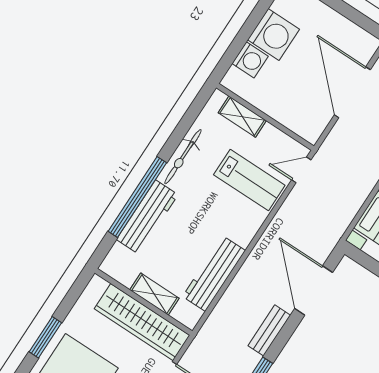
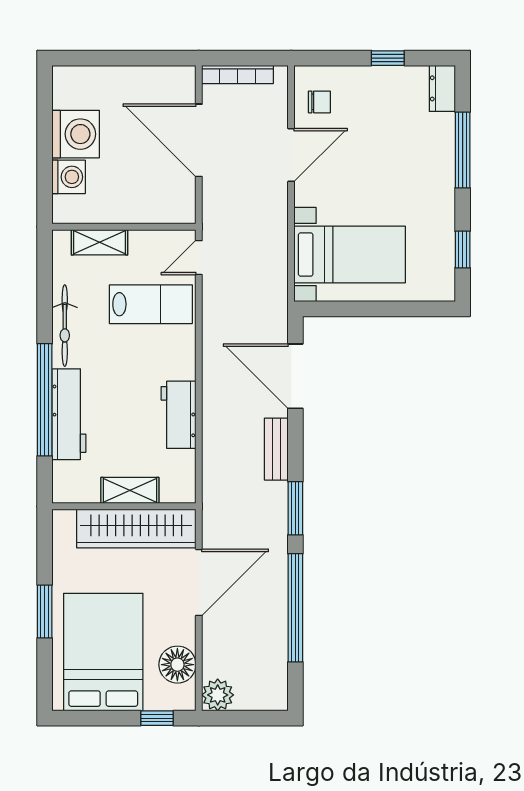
workbench: (214, 274) -> (179, 415), width x0.73

